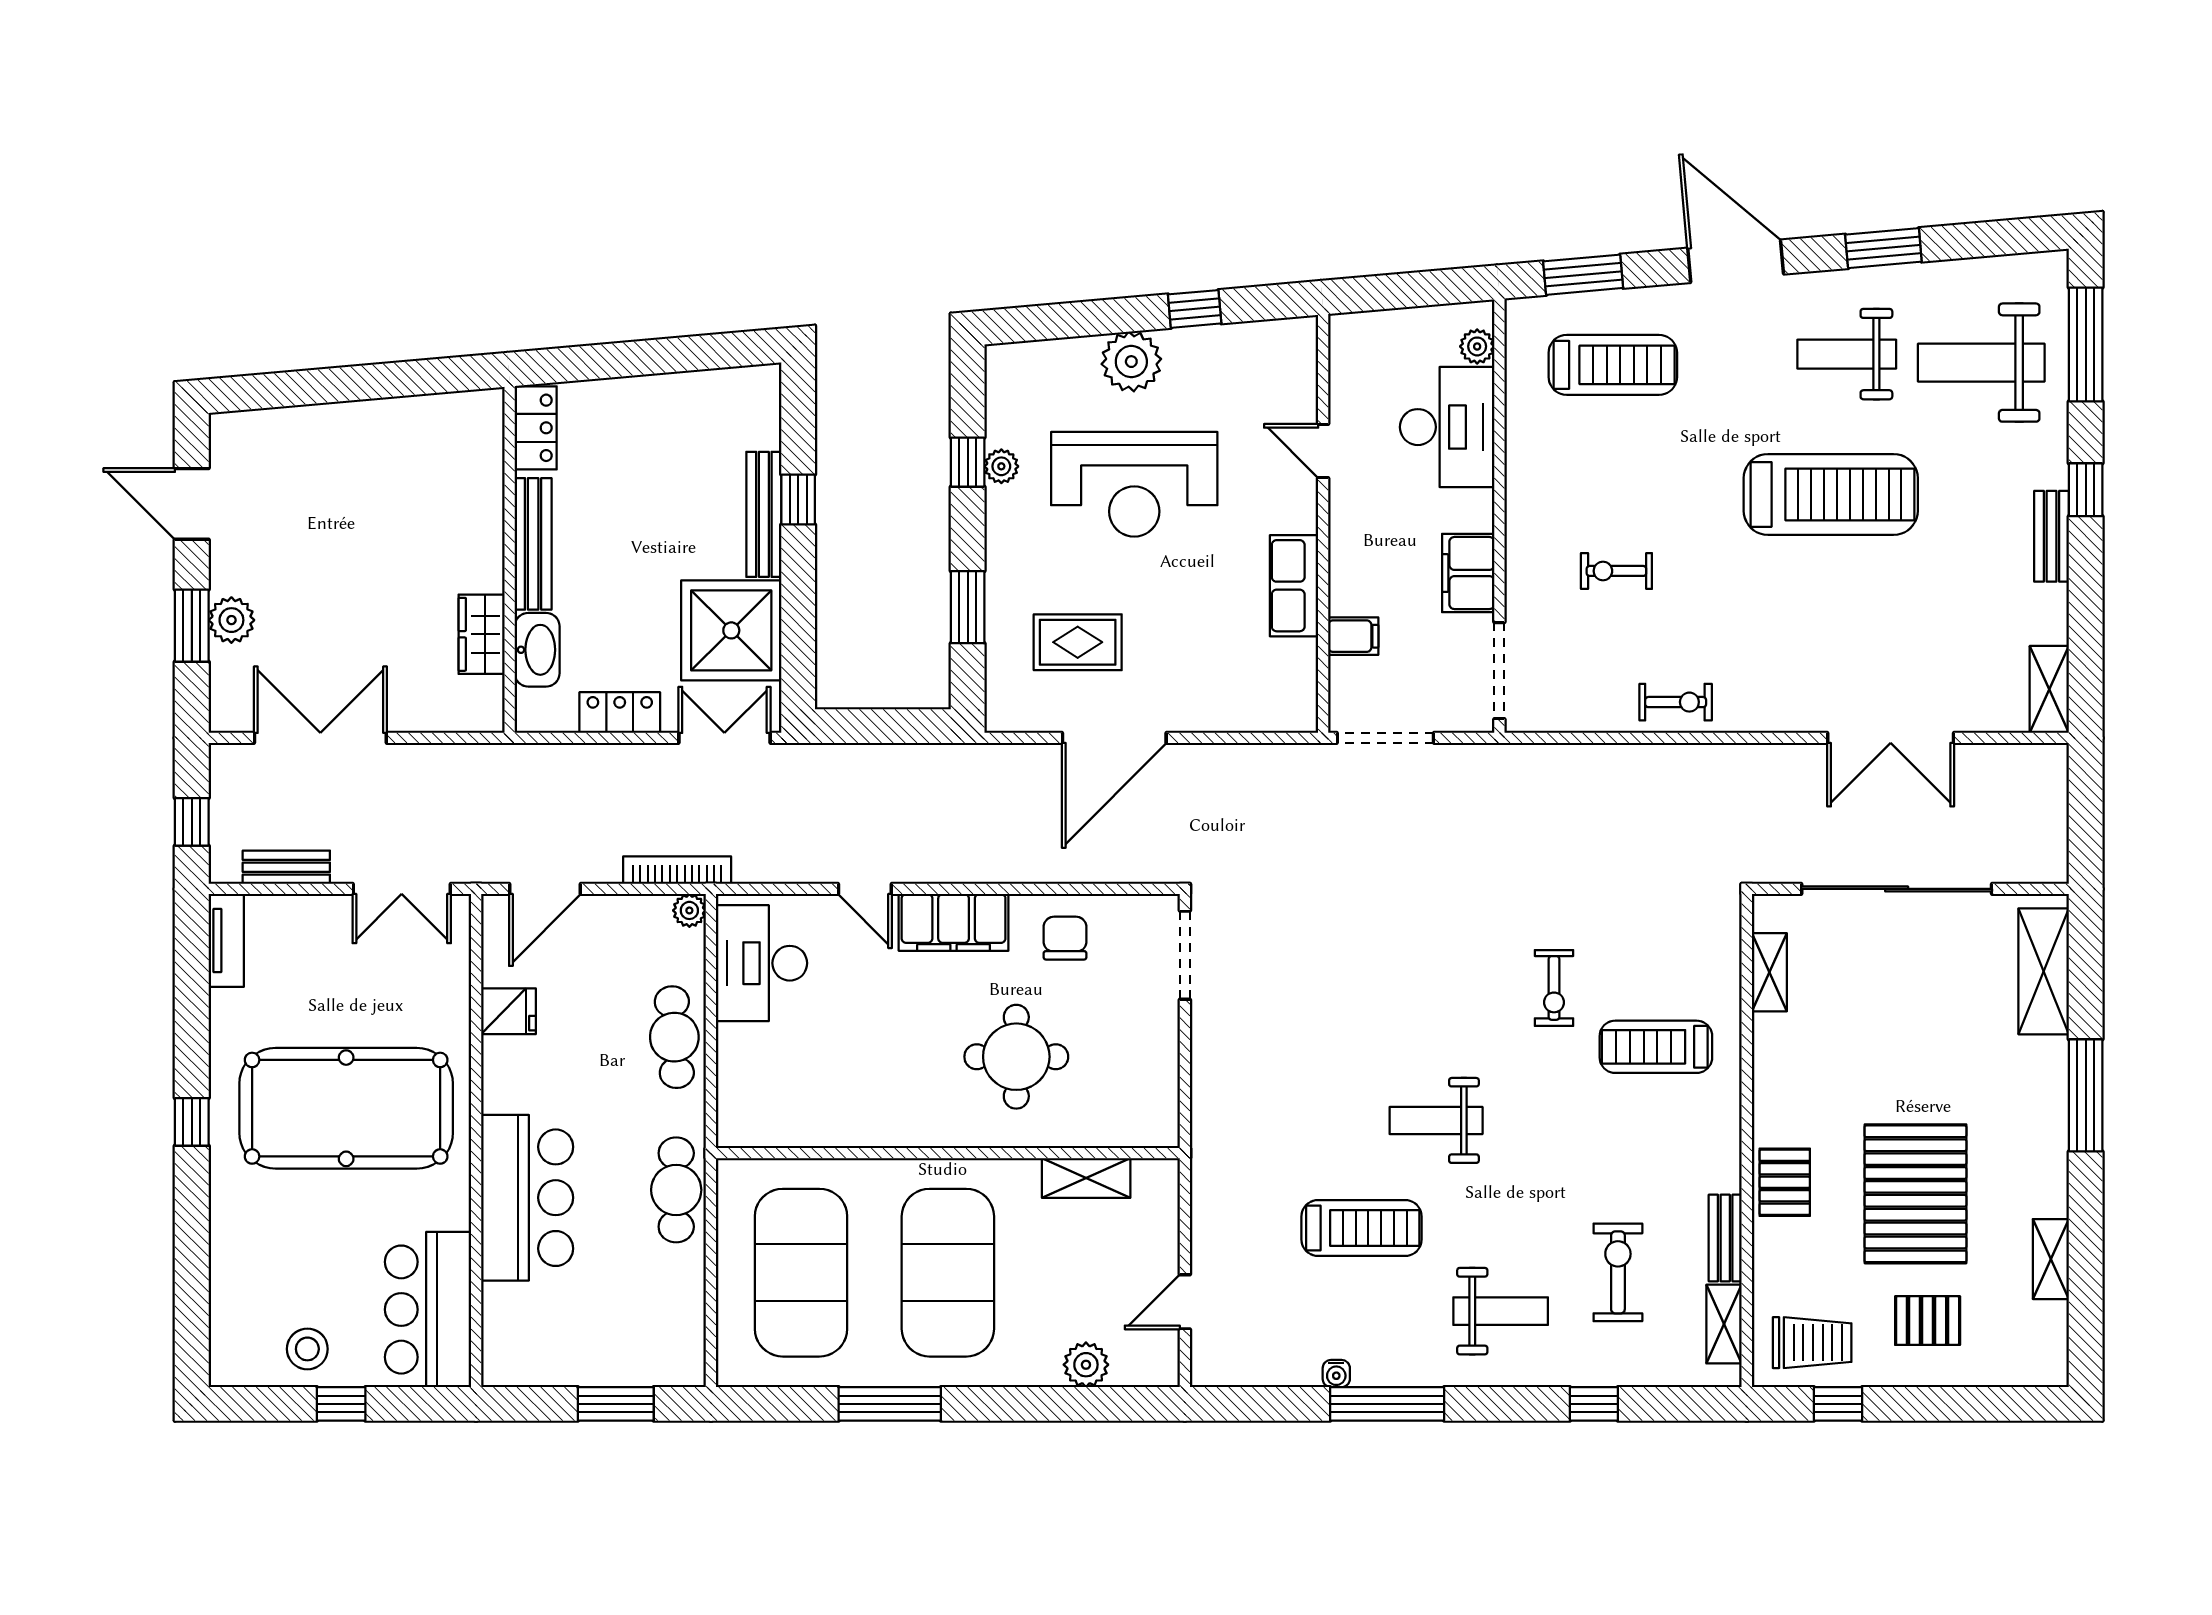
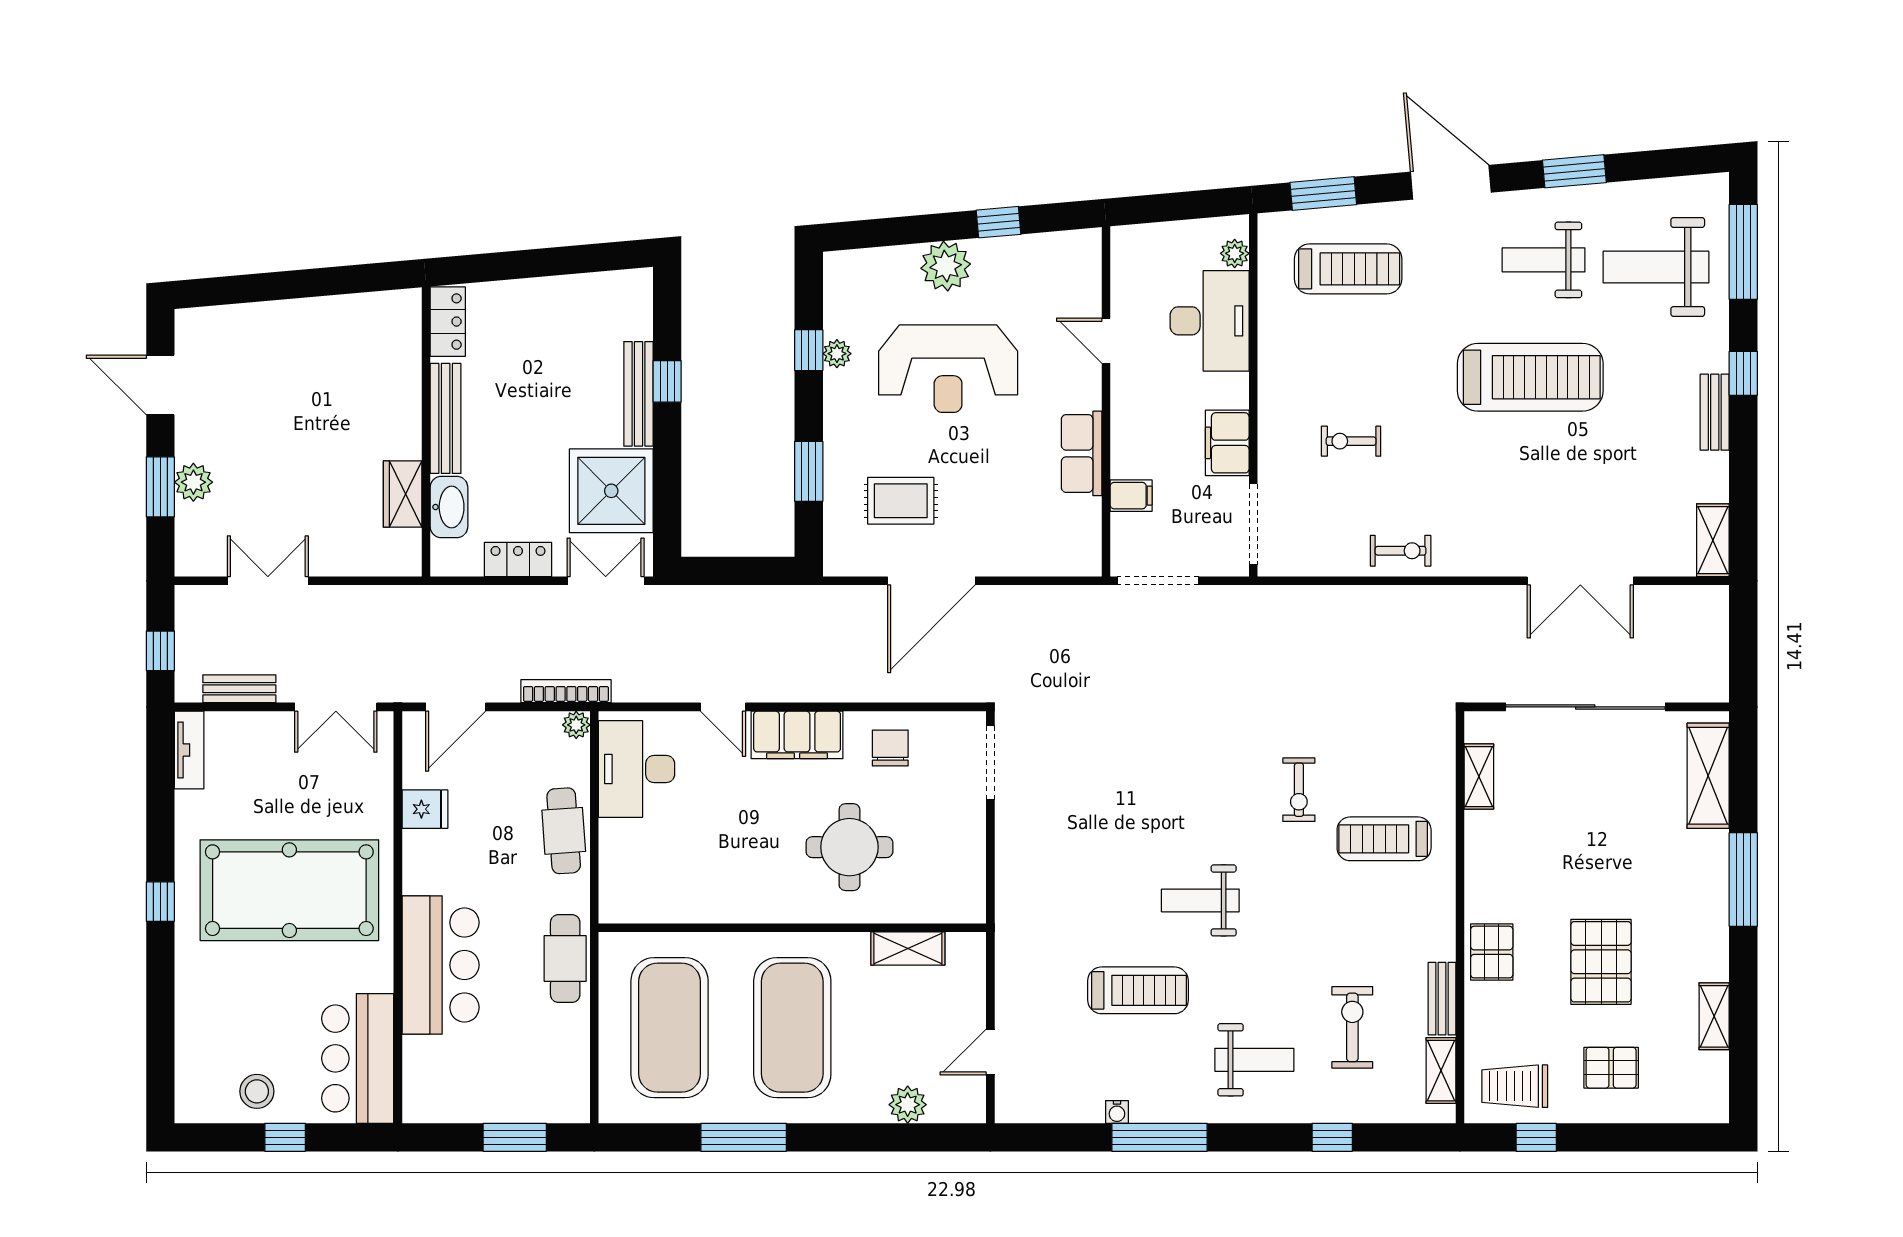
double door: (320, 738) -> (268, 581), width x0.73
pallet: (1915, 1194) -> (1601, 962), width x0.73, depth x0.71
trolley: (1812, 1343) -> (1515, 1086), turned 180

